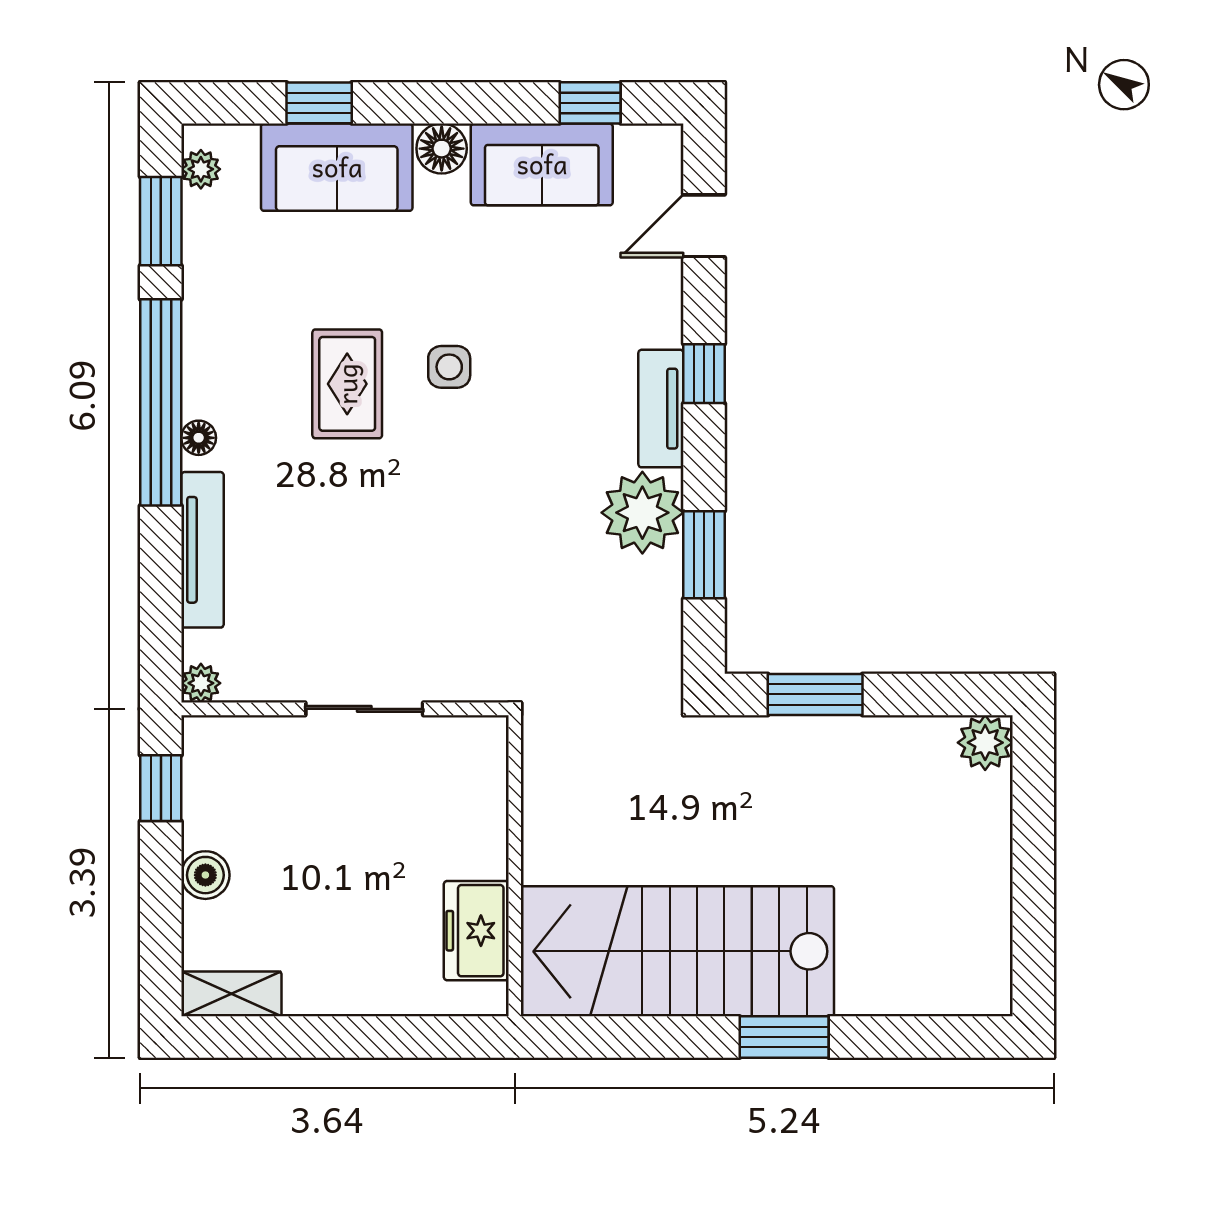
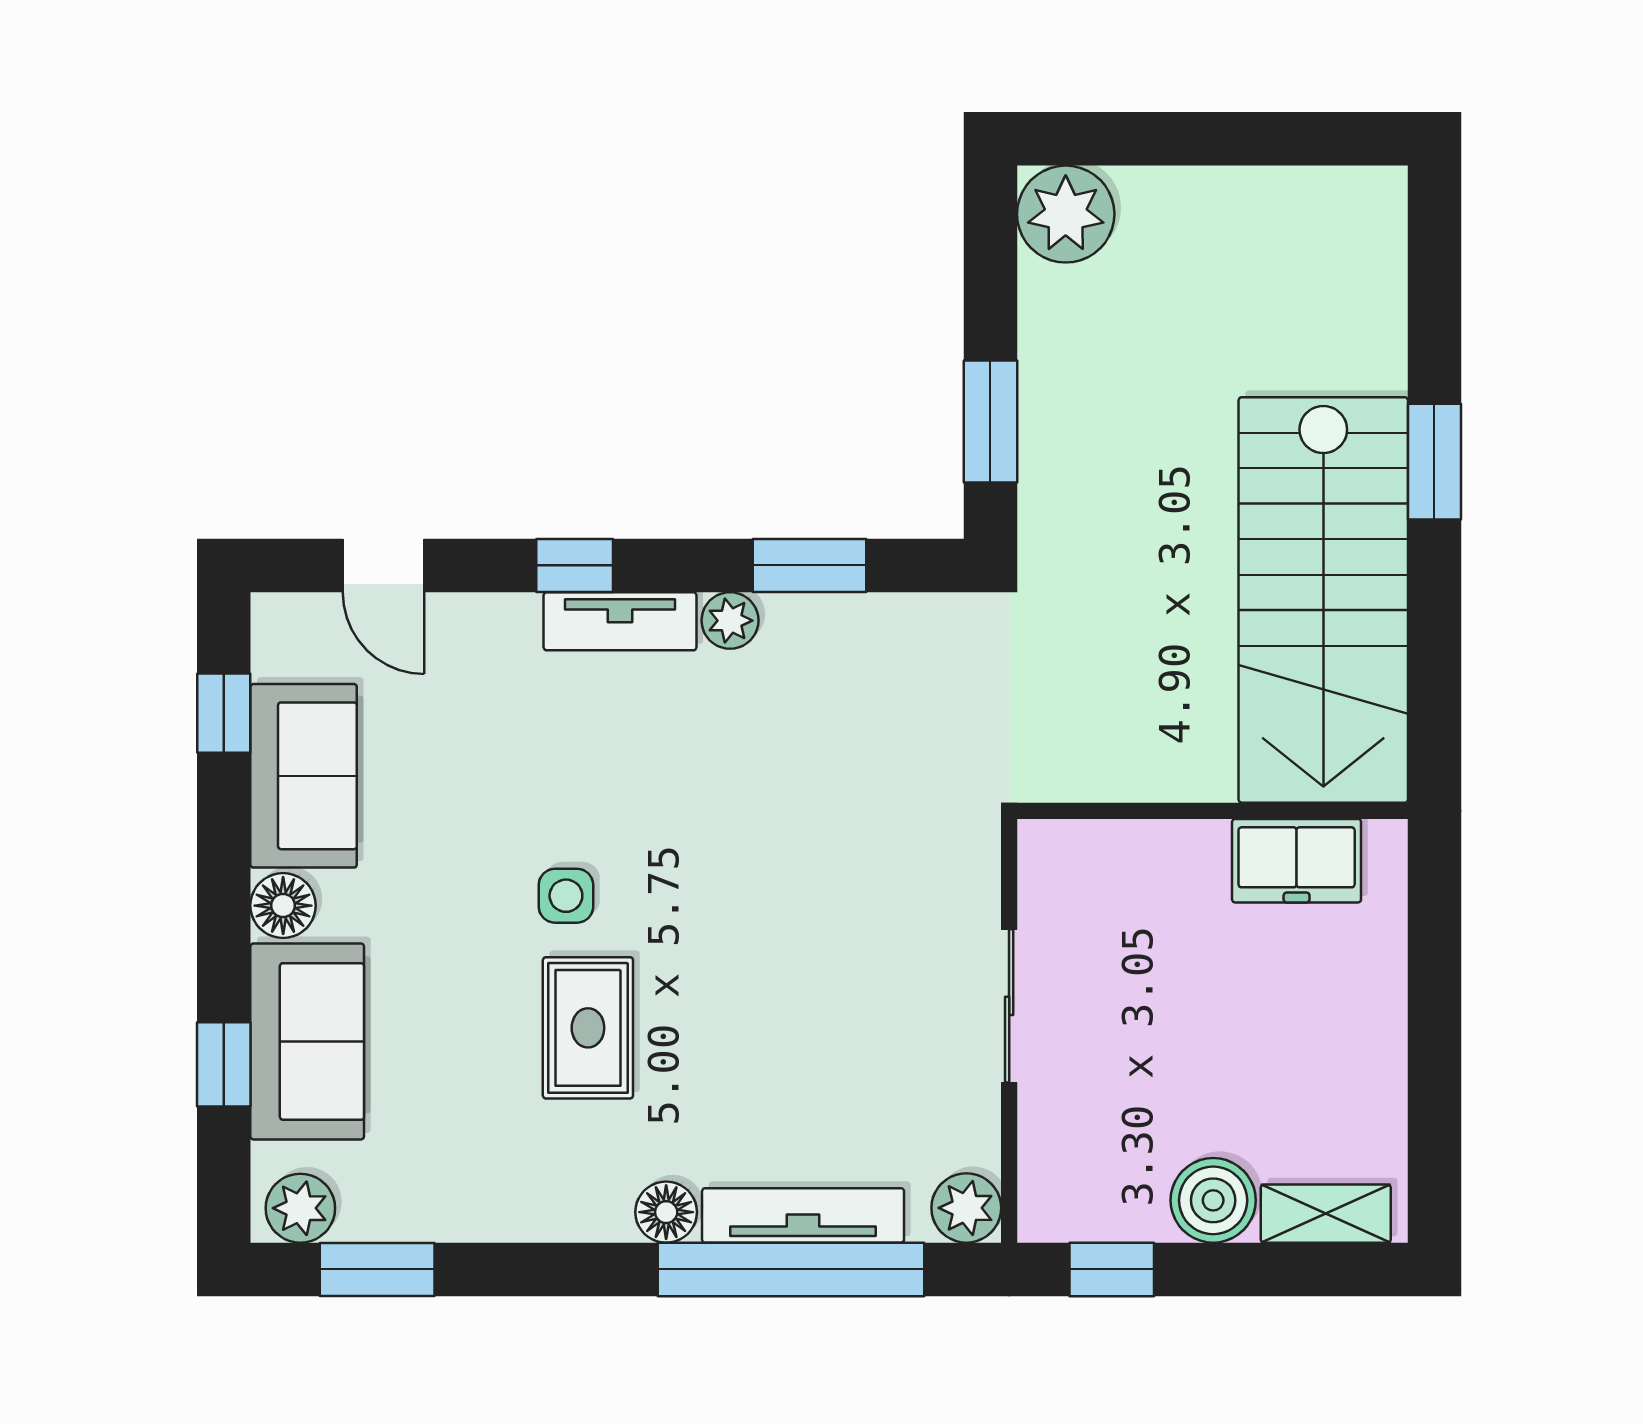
plant: (201, 169) -> (300, 1208), width x1.38, depth x1.38
rug: (347, 384) -> (588, 1028), turned 90
window: (161, 402) -> (791, 1269), moved
floor lamp: (199, 438) -> (666, 1212), width x1.37, depth x1.37
plant: (642, 513) -> (730, 621), width x0.53, depth x0.53
plant: (201, 683) -> (966, 1208), width x1.38, depth x1.38
plant: (985, 743) -> (1066, 214), width x1.36, depth x1.36
boiler: (205, 875) -> (1213, 1200), width x1.36, depth x1.36
shelving: (231, 994) -> (1326, 1214), moved, turned 90

